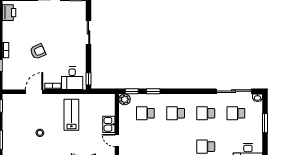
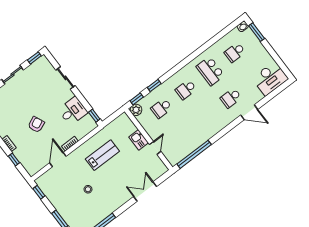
desk: (72, 78) -> (73, 111), moved, turned -90
sliding door: (234, 91) -> (219, 36), removed
school desk: (206, 113) -> (210, 71), width x1.85
lab bench: (71, 115) -> (102, 155), turned 90
window: (265, 123) -> (257, 32), moved
door: (117, 141) -> (155, 148), swing flipped

